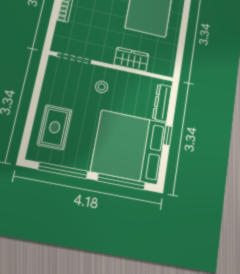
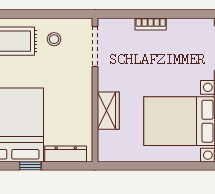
stool: (102, 87) -> (54, 39), moved

